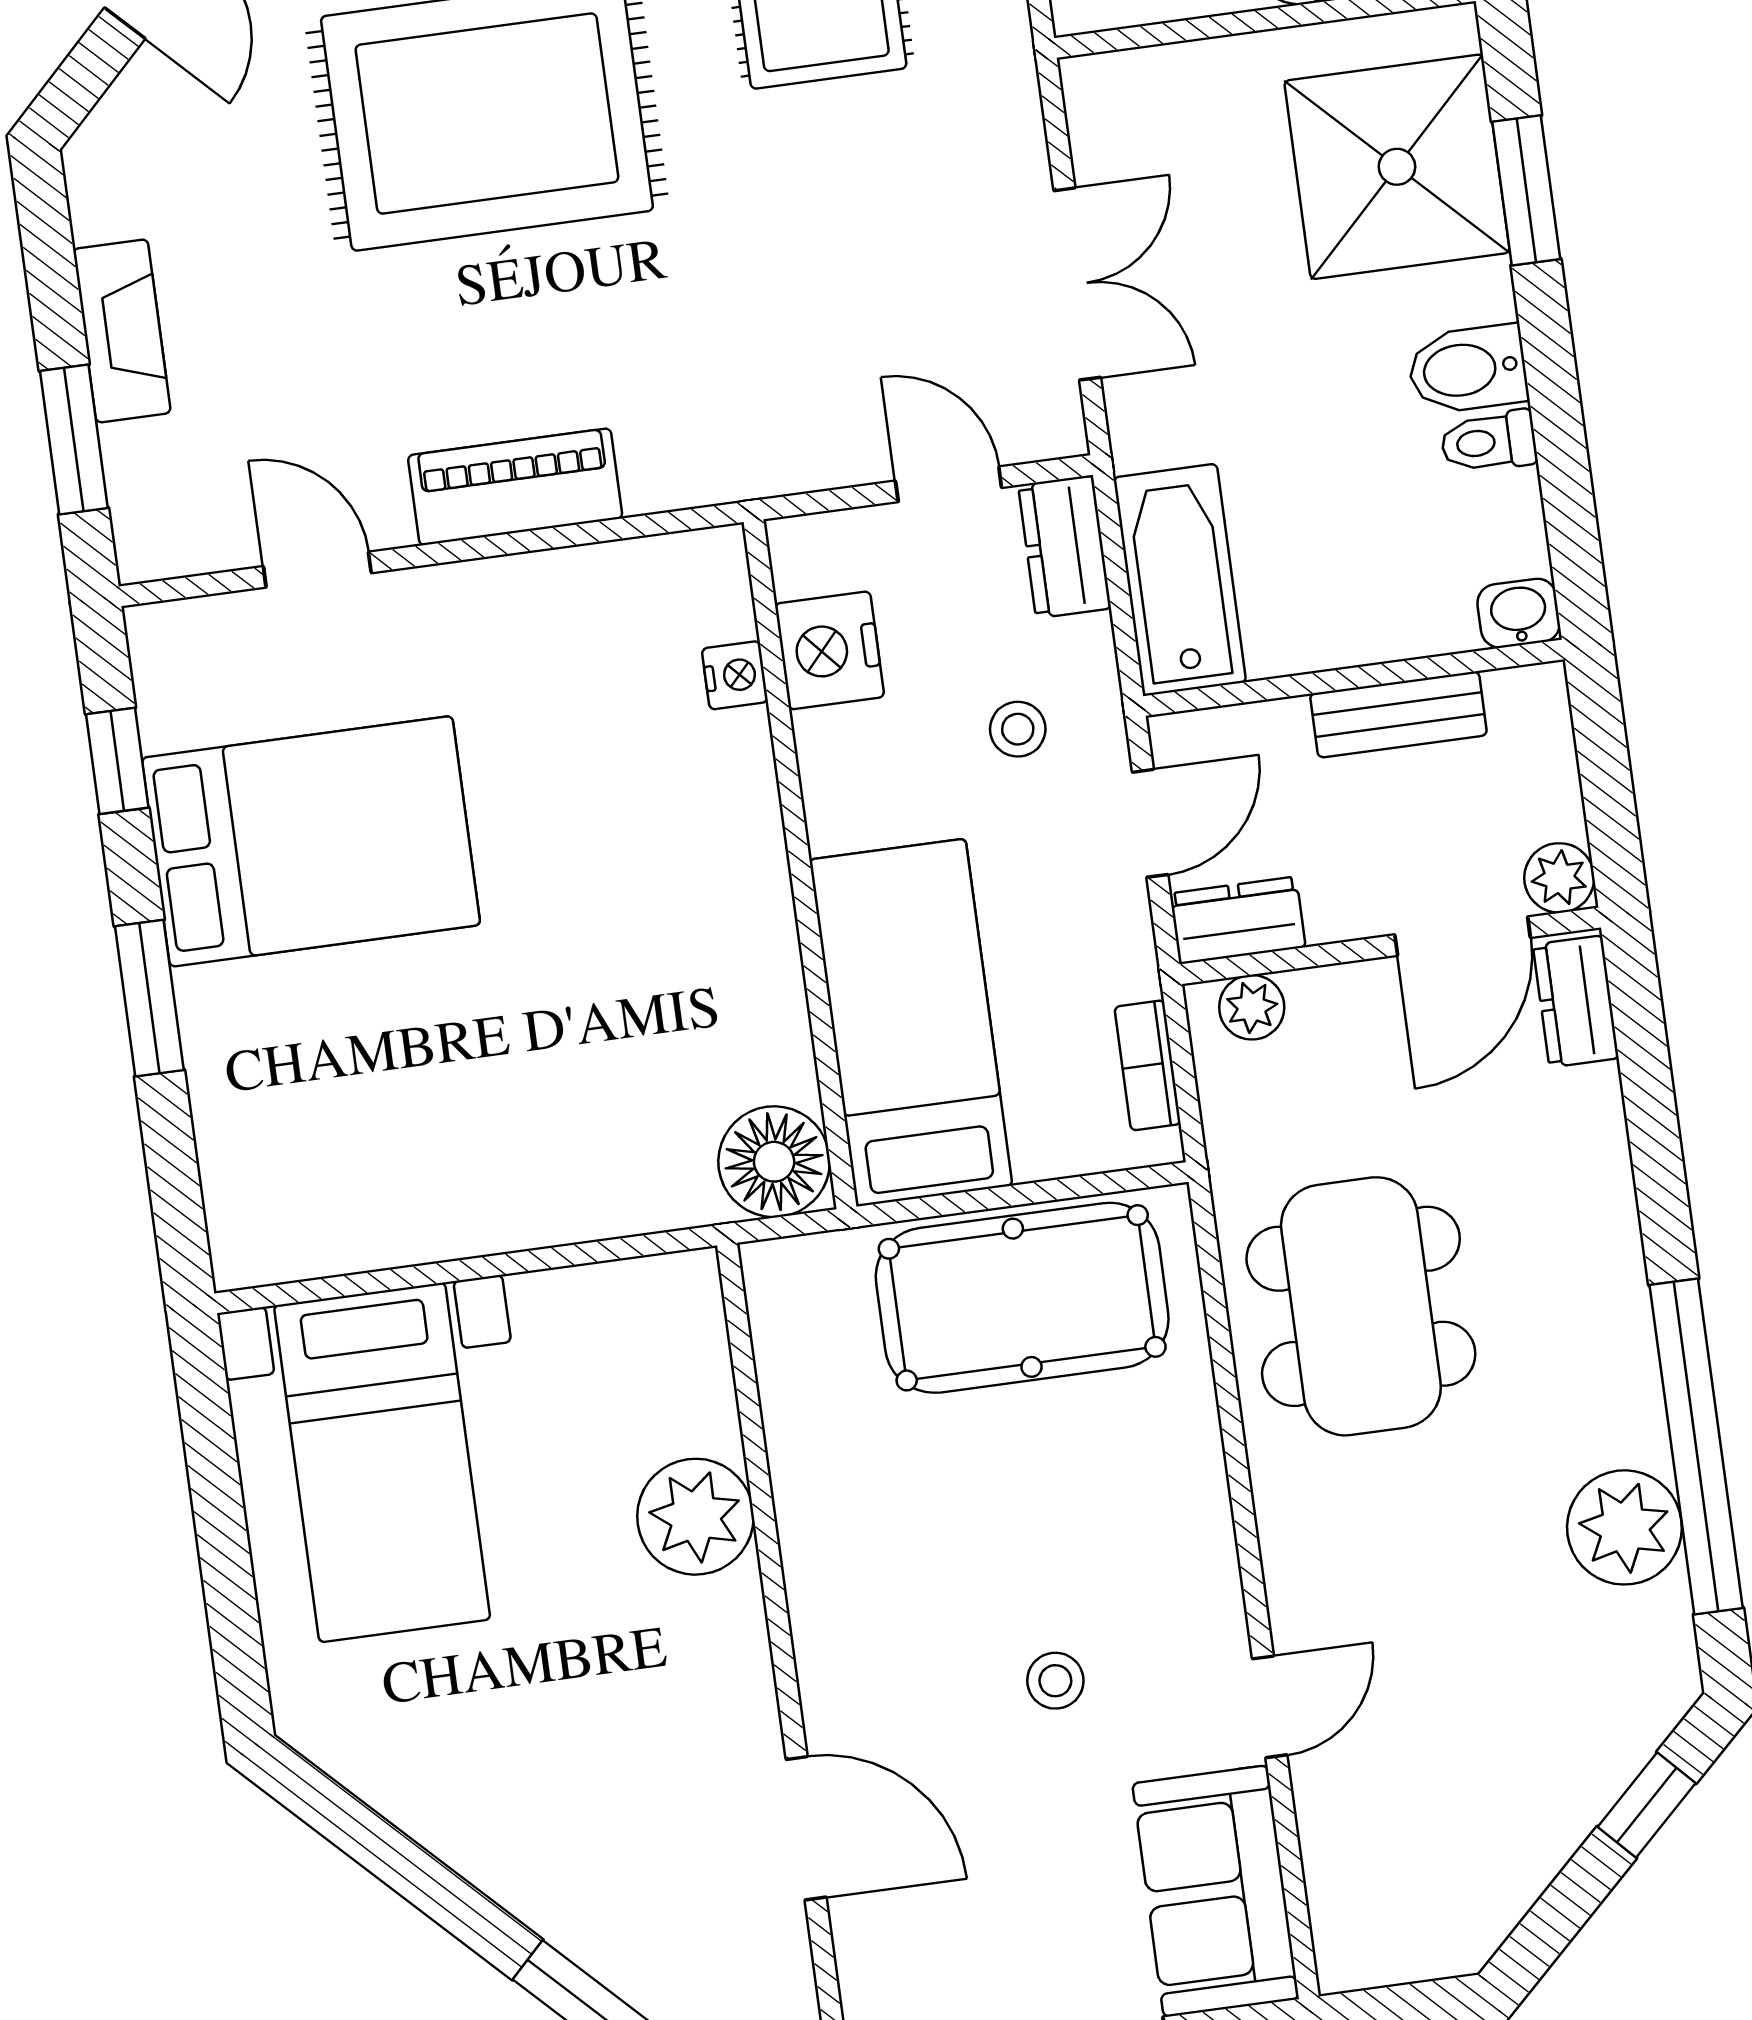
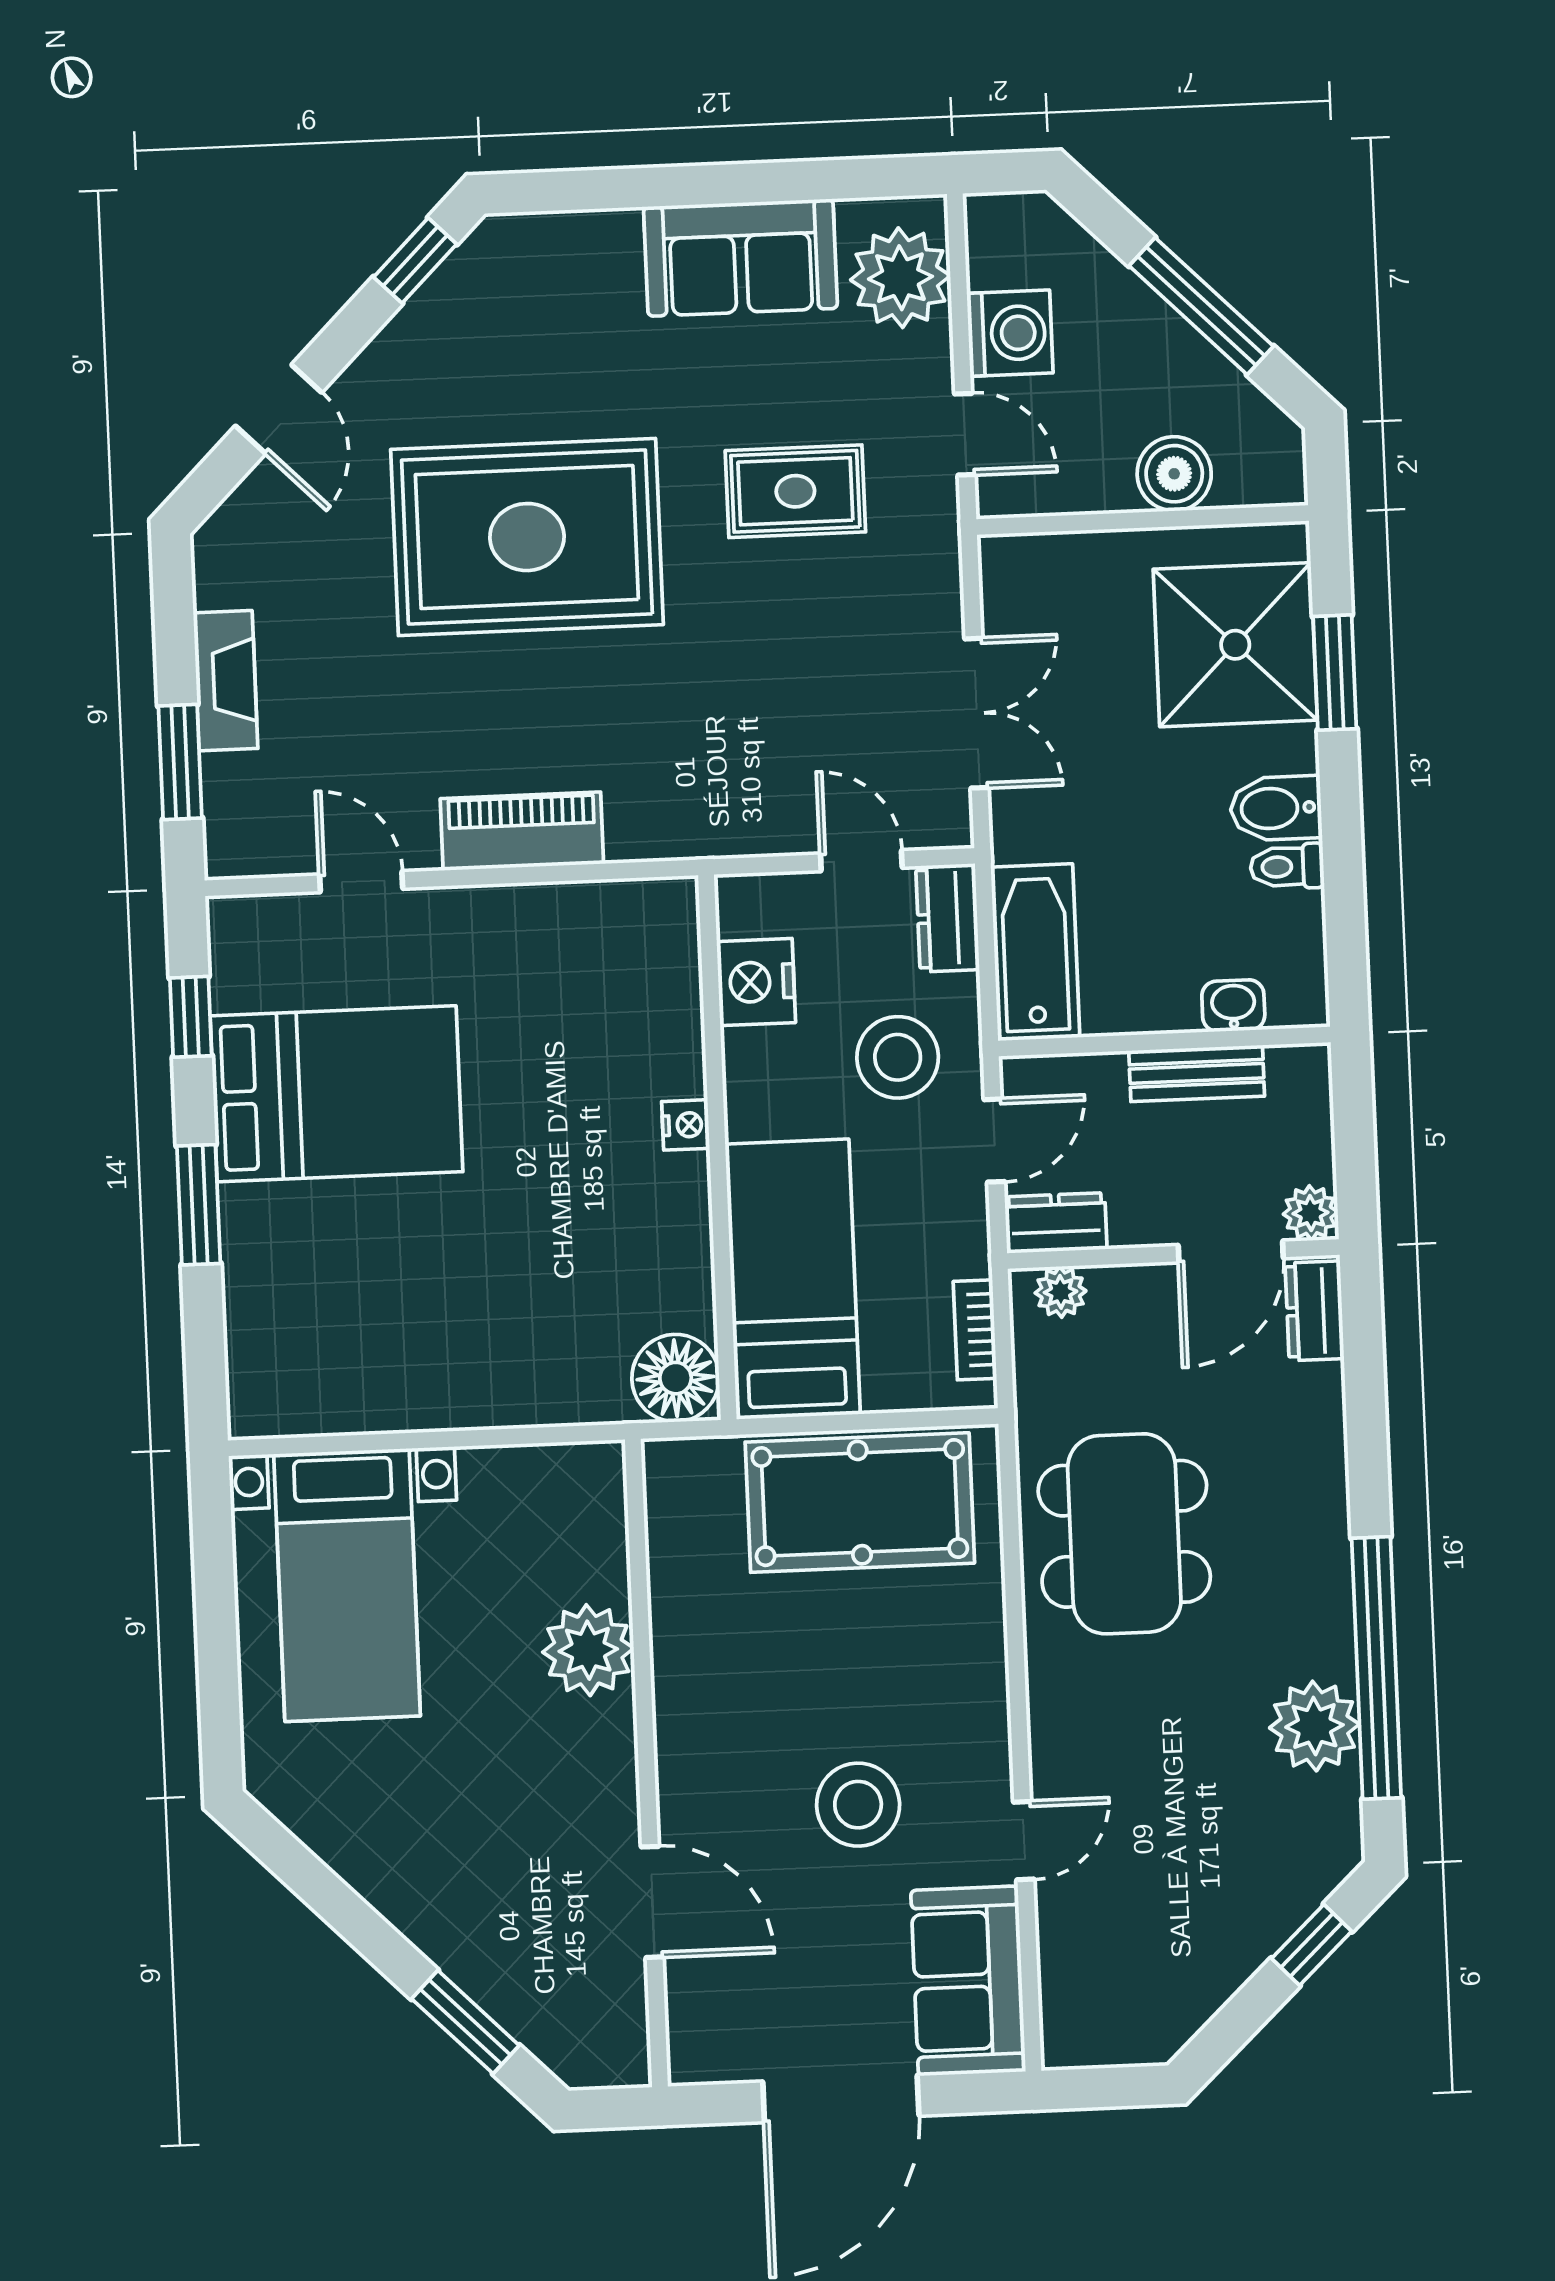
washbasin: (1519, 613) -> (1233, 1006), moved
nightstand: (735, 675) -> (686, 1125), moved
stool: (1018, 729) -> (898, 1057), width x1.89, depth x1.89
stool: (1055, 1681) -> (858, 1805), width x1.89, depth x1.89

